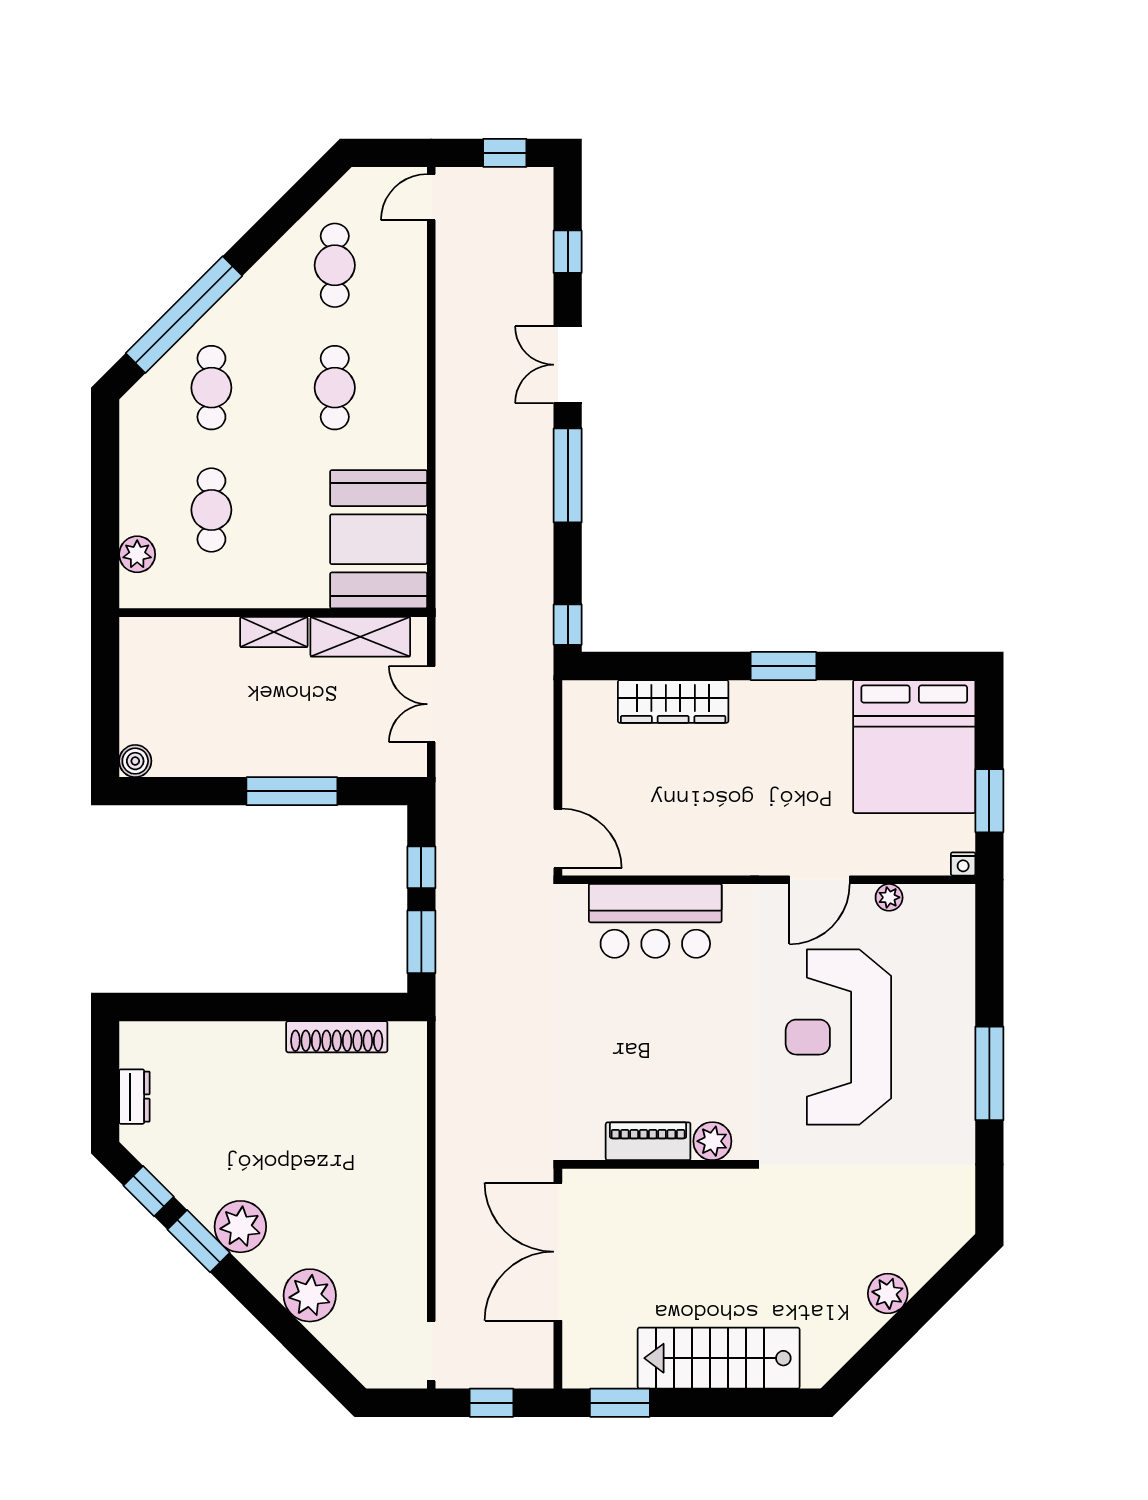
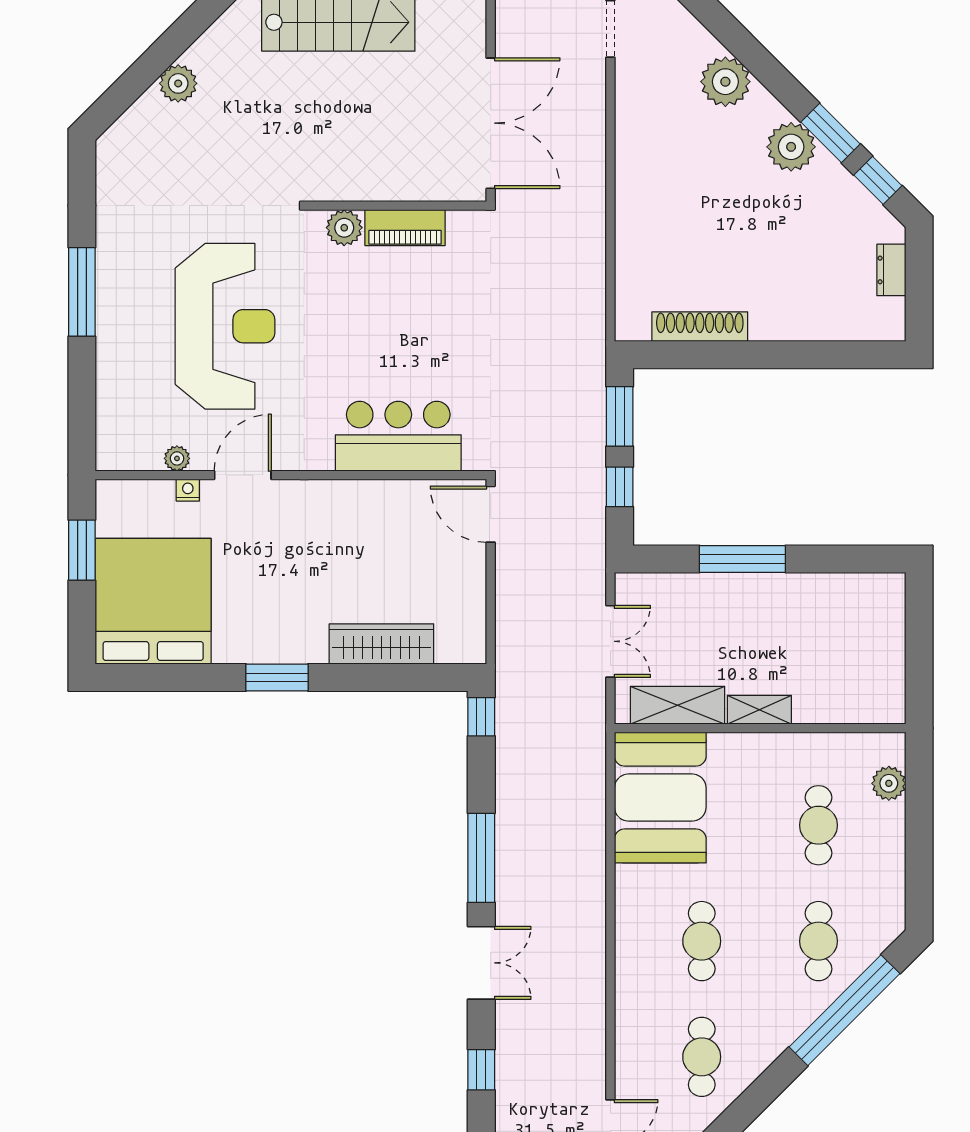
boiler: (135, 761) -> (891, 588), removed
nightstand: (963, 864) -> (188, 490), moved

